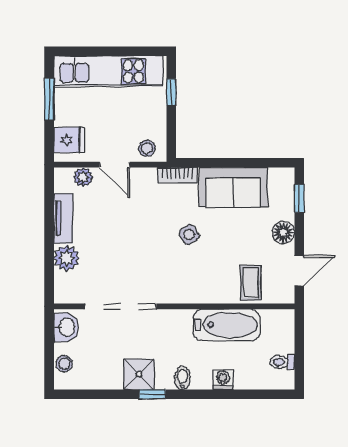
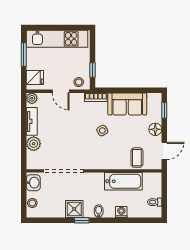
window: (171, 92) -> (92, 70), moved
plant: (83, 177) -> (32, 98), moved

